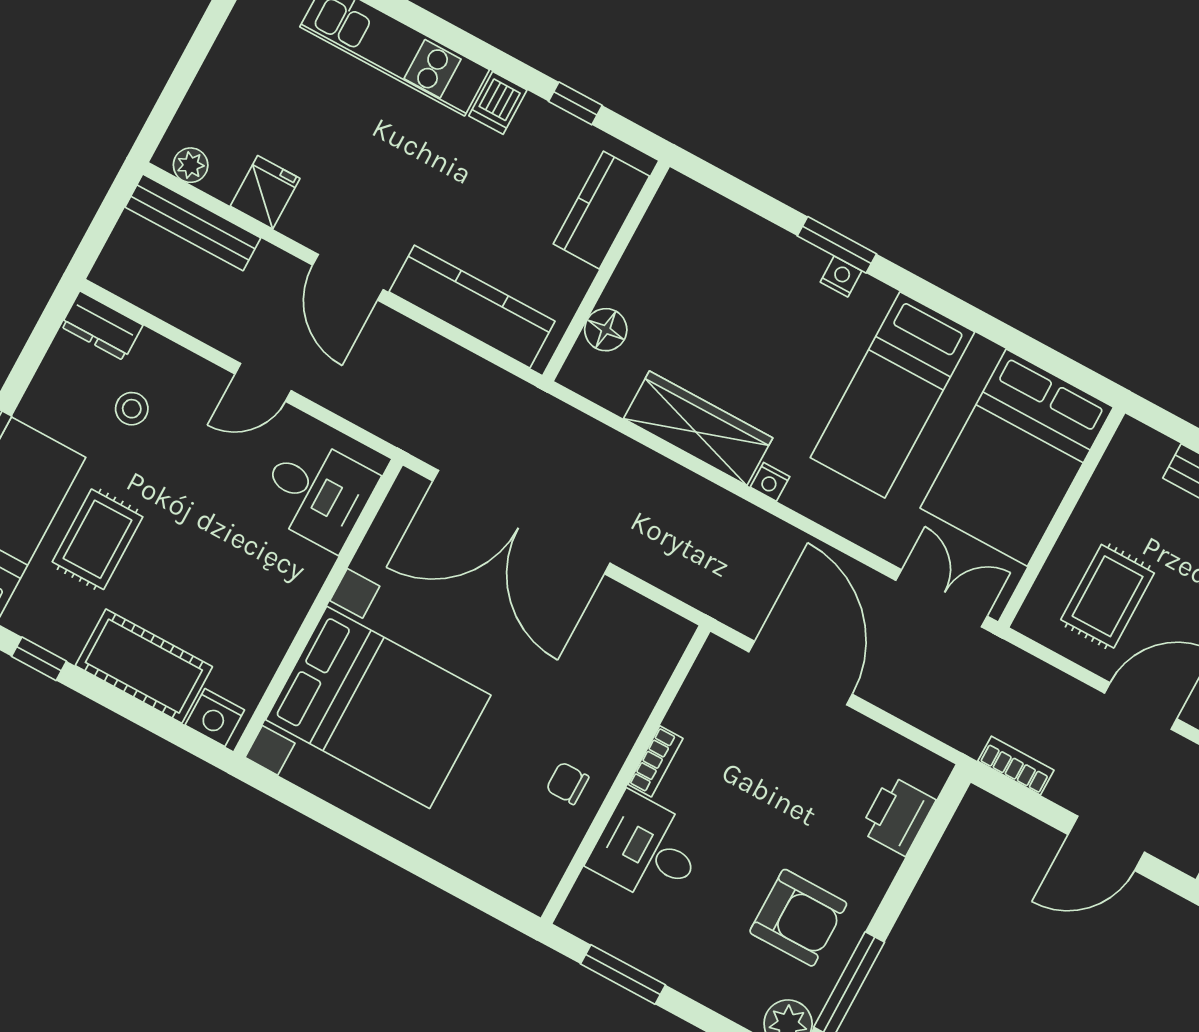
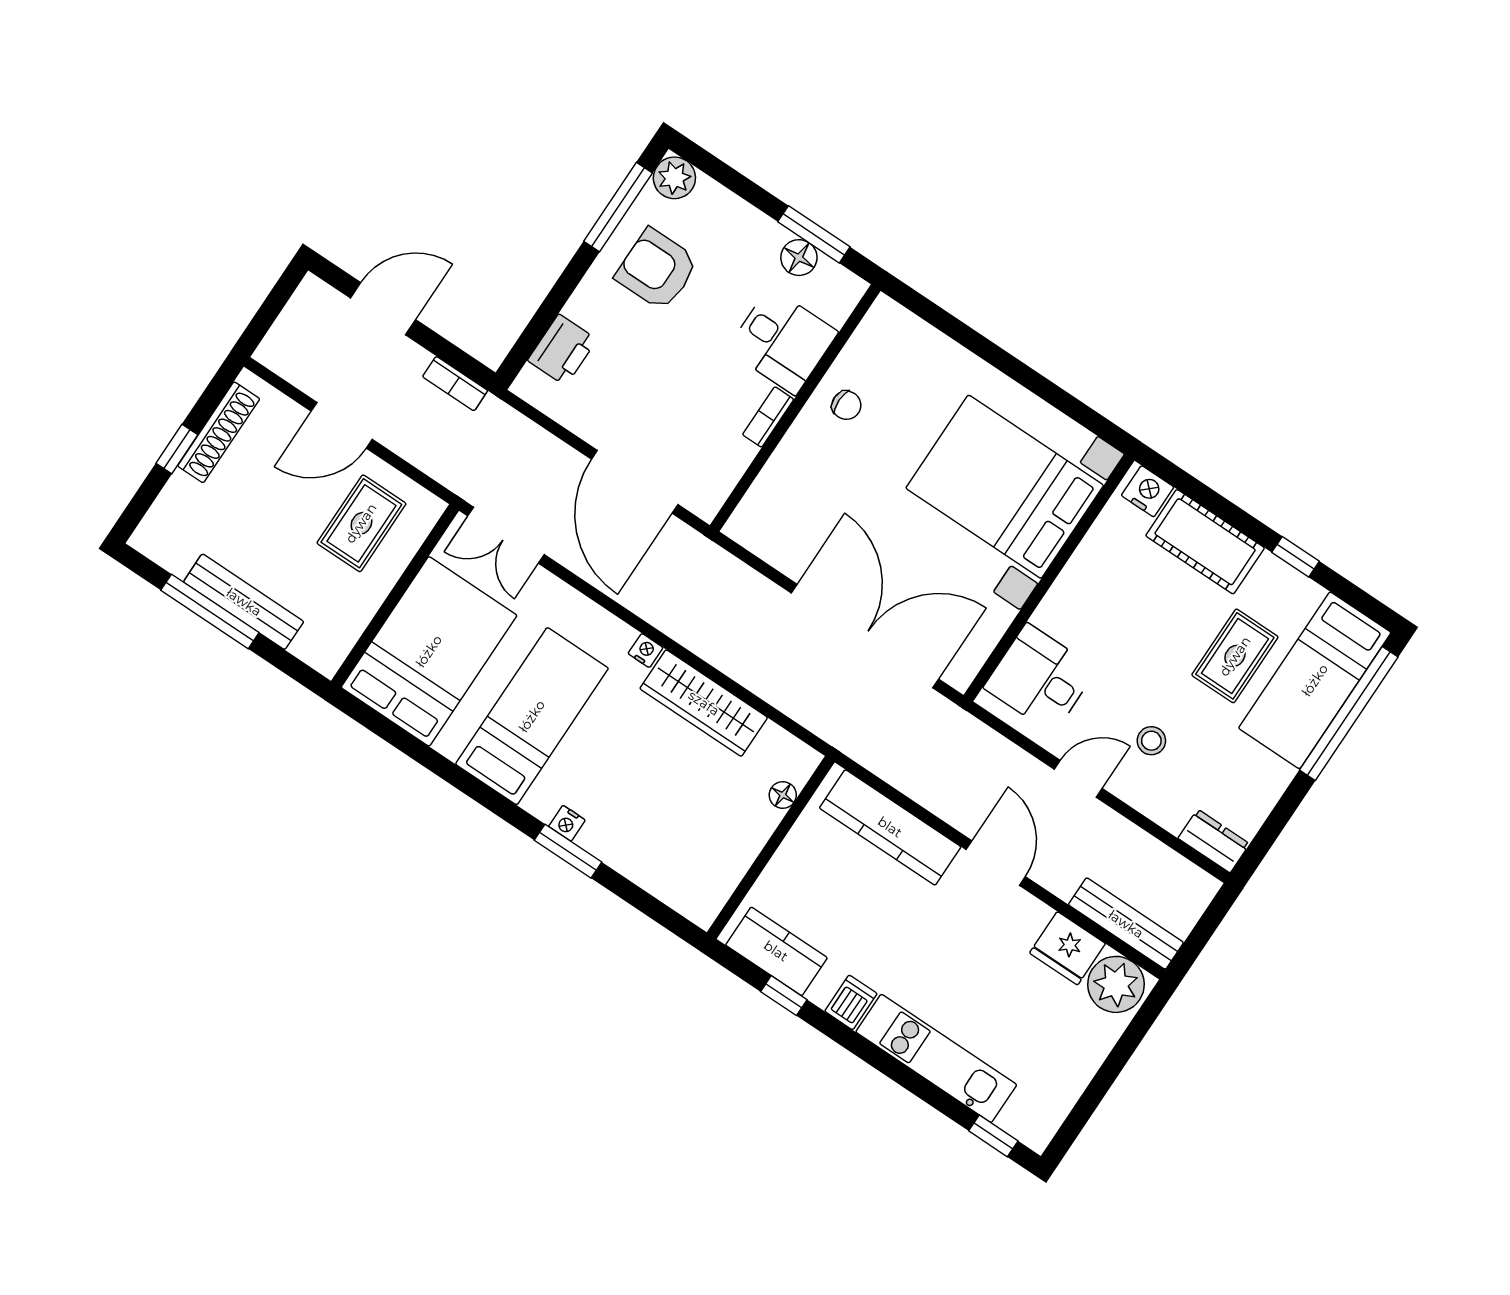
plant: (191, 165) -> (1116, 984), width x1.88, depth x1.88
fridge: (265, 192) -> (1067, 948), width x1.38
kitchen counter: (601, 210) -> (776, 951), moved, turned -90
floor lamp: (606, 330) -> (783, 795), width x0.73, depth x0.73
stool: (132, 409) -> (1151, 741), moved
floor lamp: (637, 946) -> (799, 258), added

